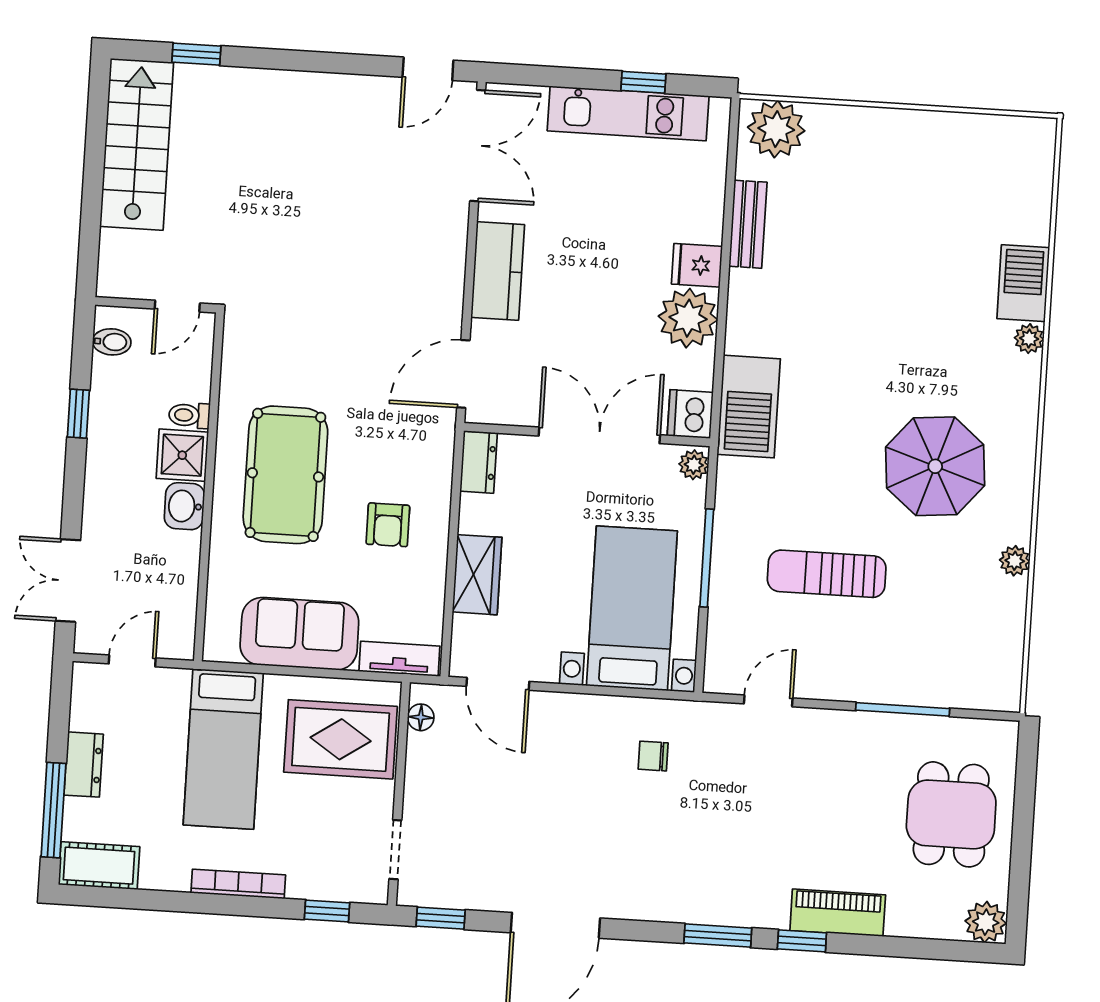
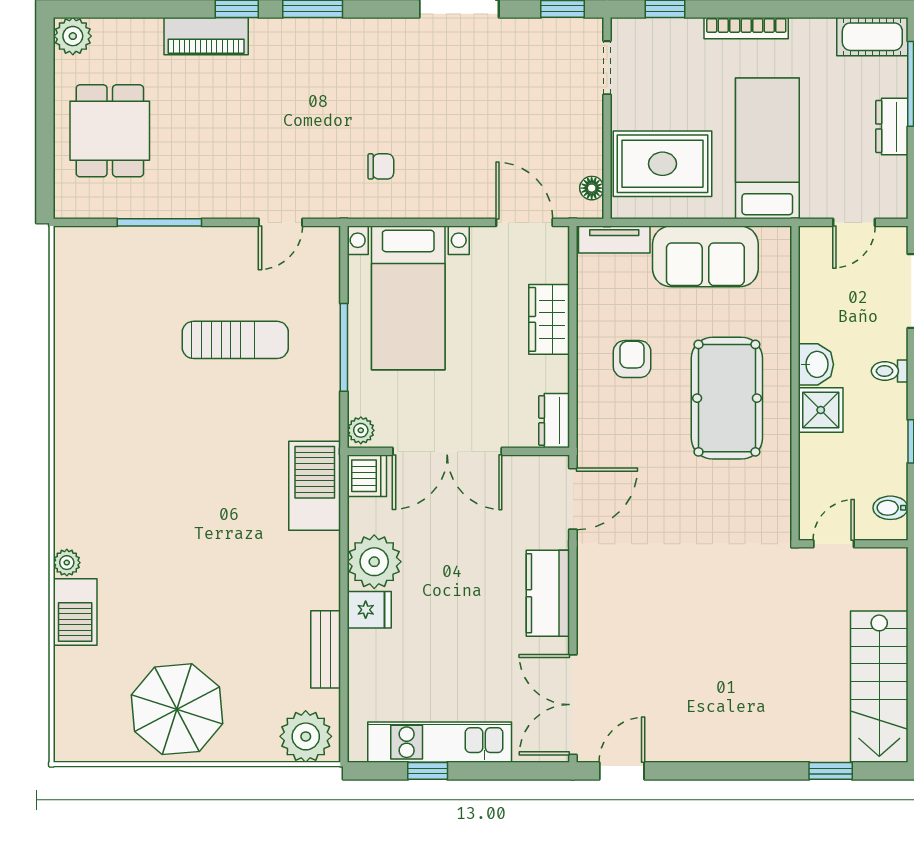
toilet: (189, 415) -> (890, 371), moved, turned 180
parasol: (935, 466) -> (177, 709), moved
plant: (1015, 561) -> (67, 362), removed

